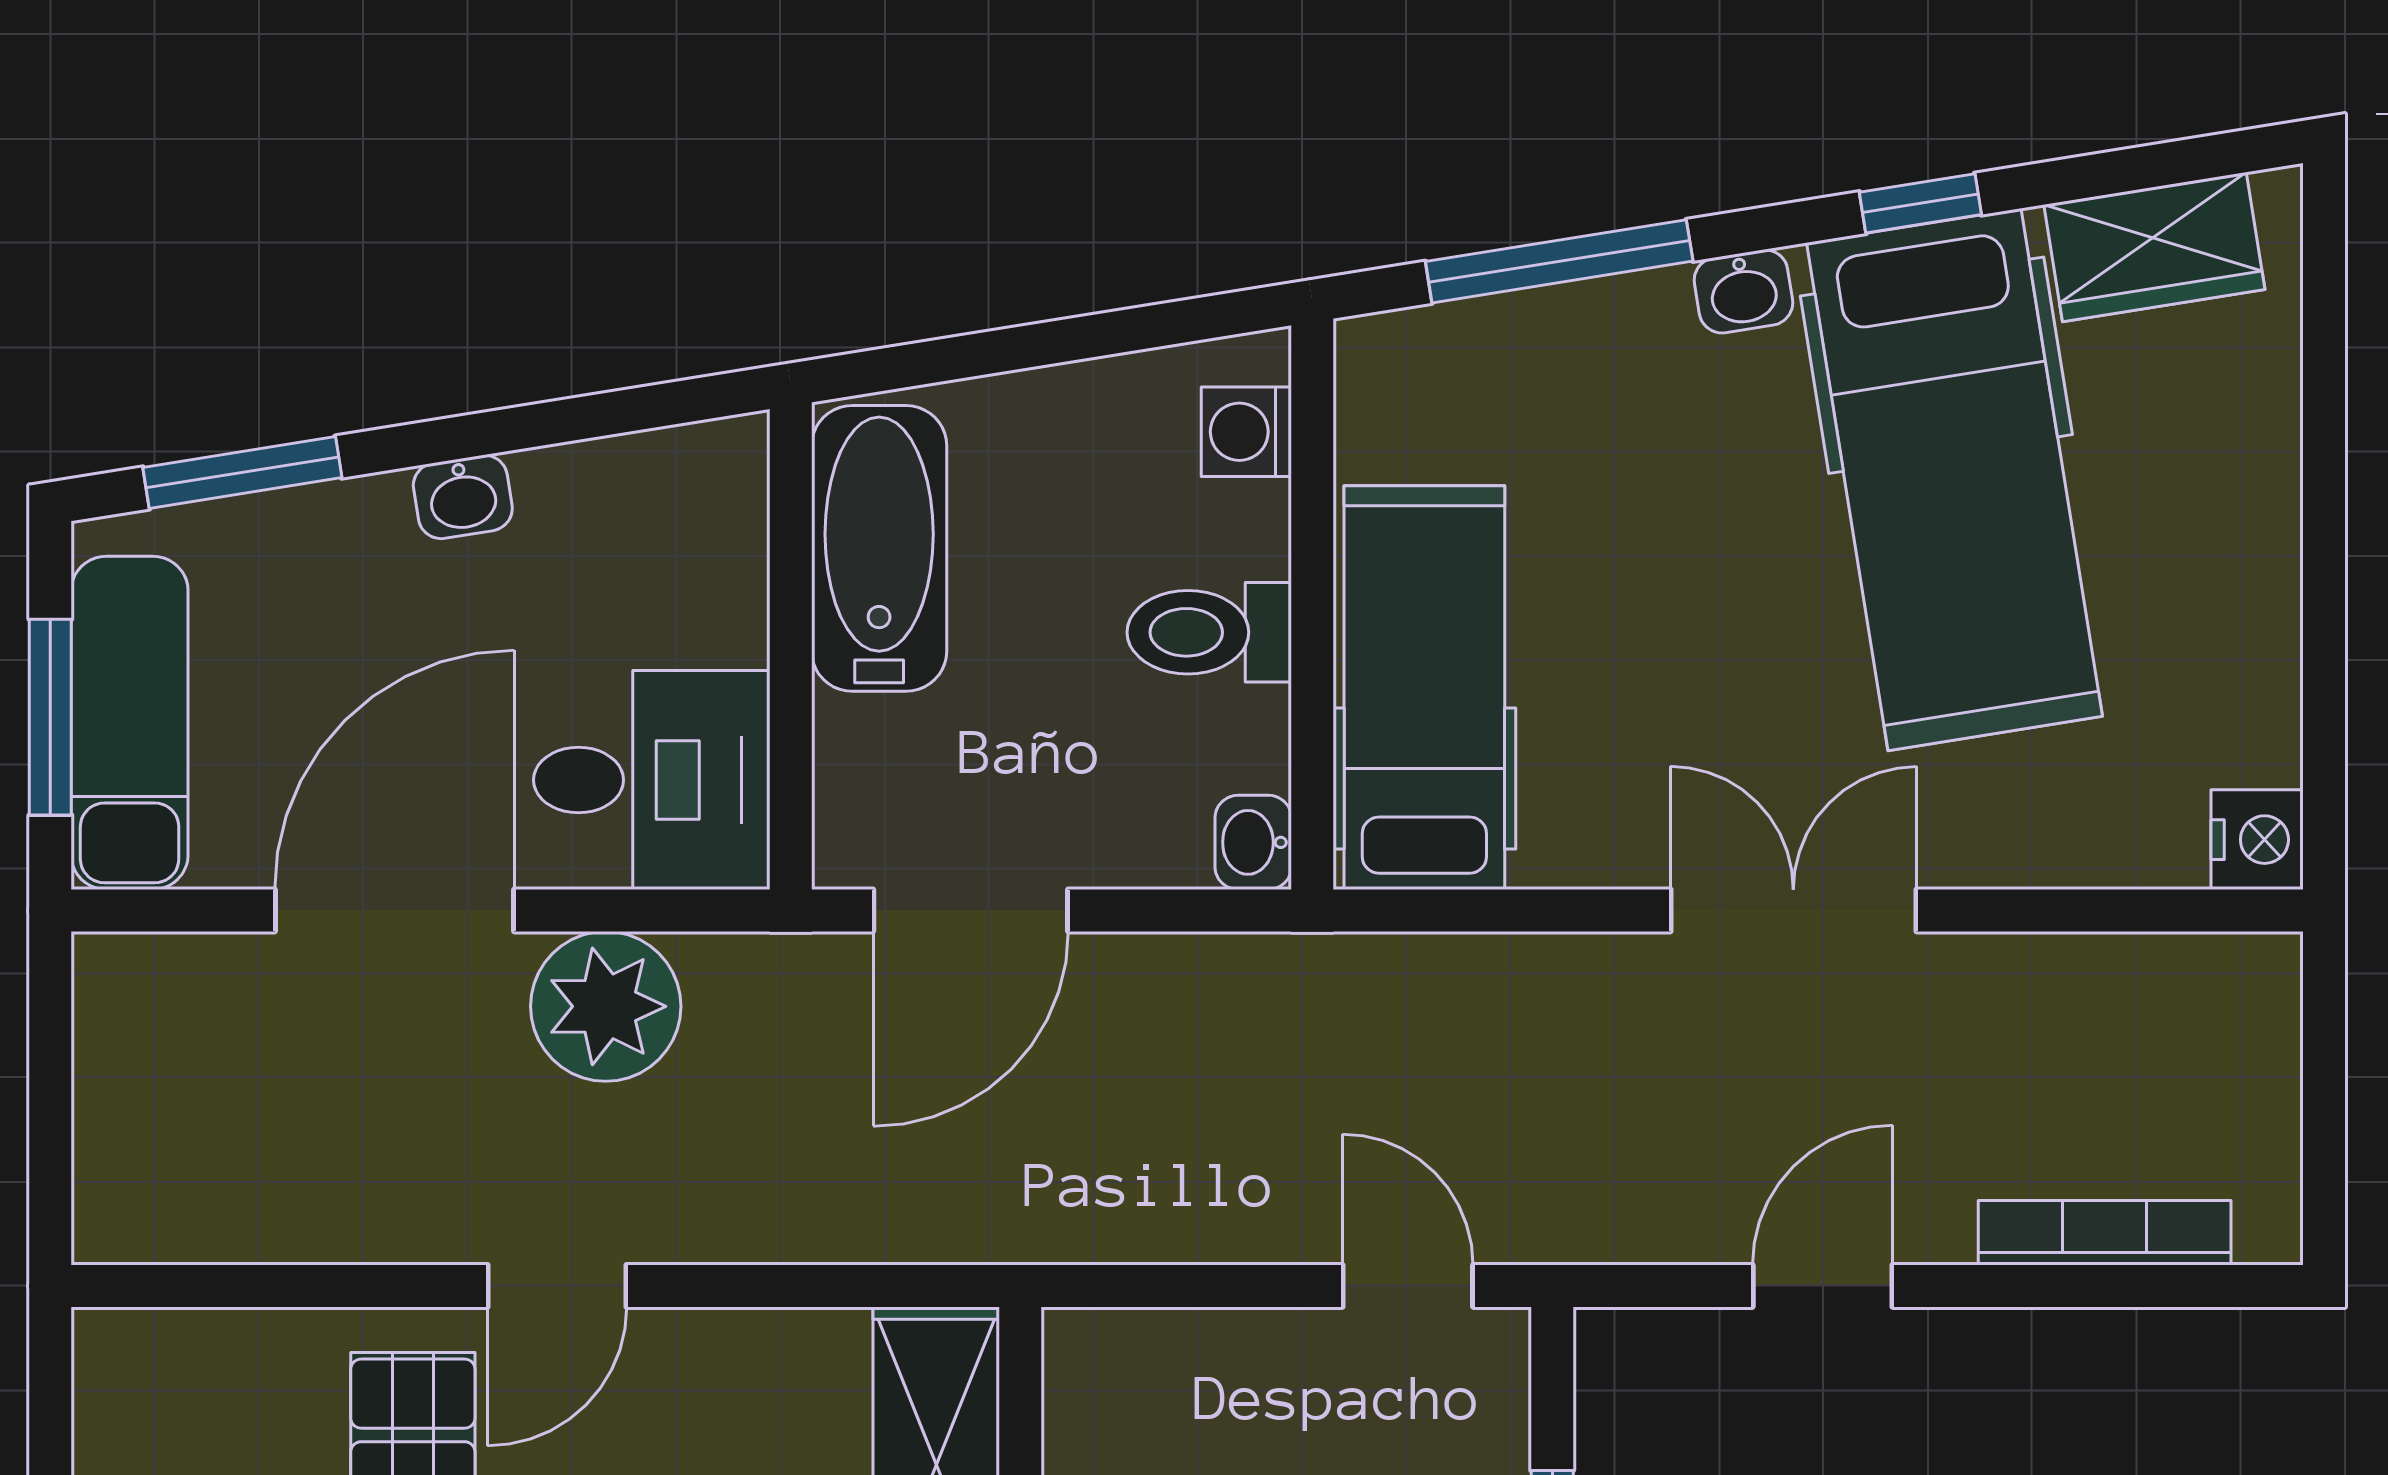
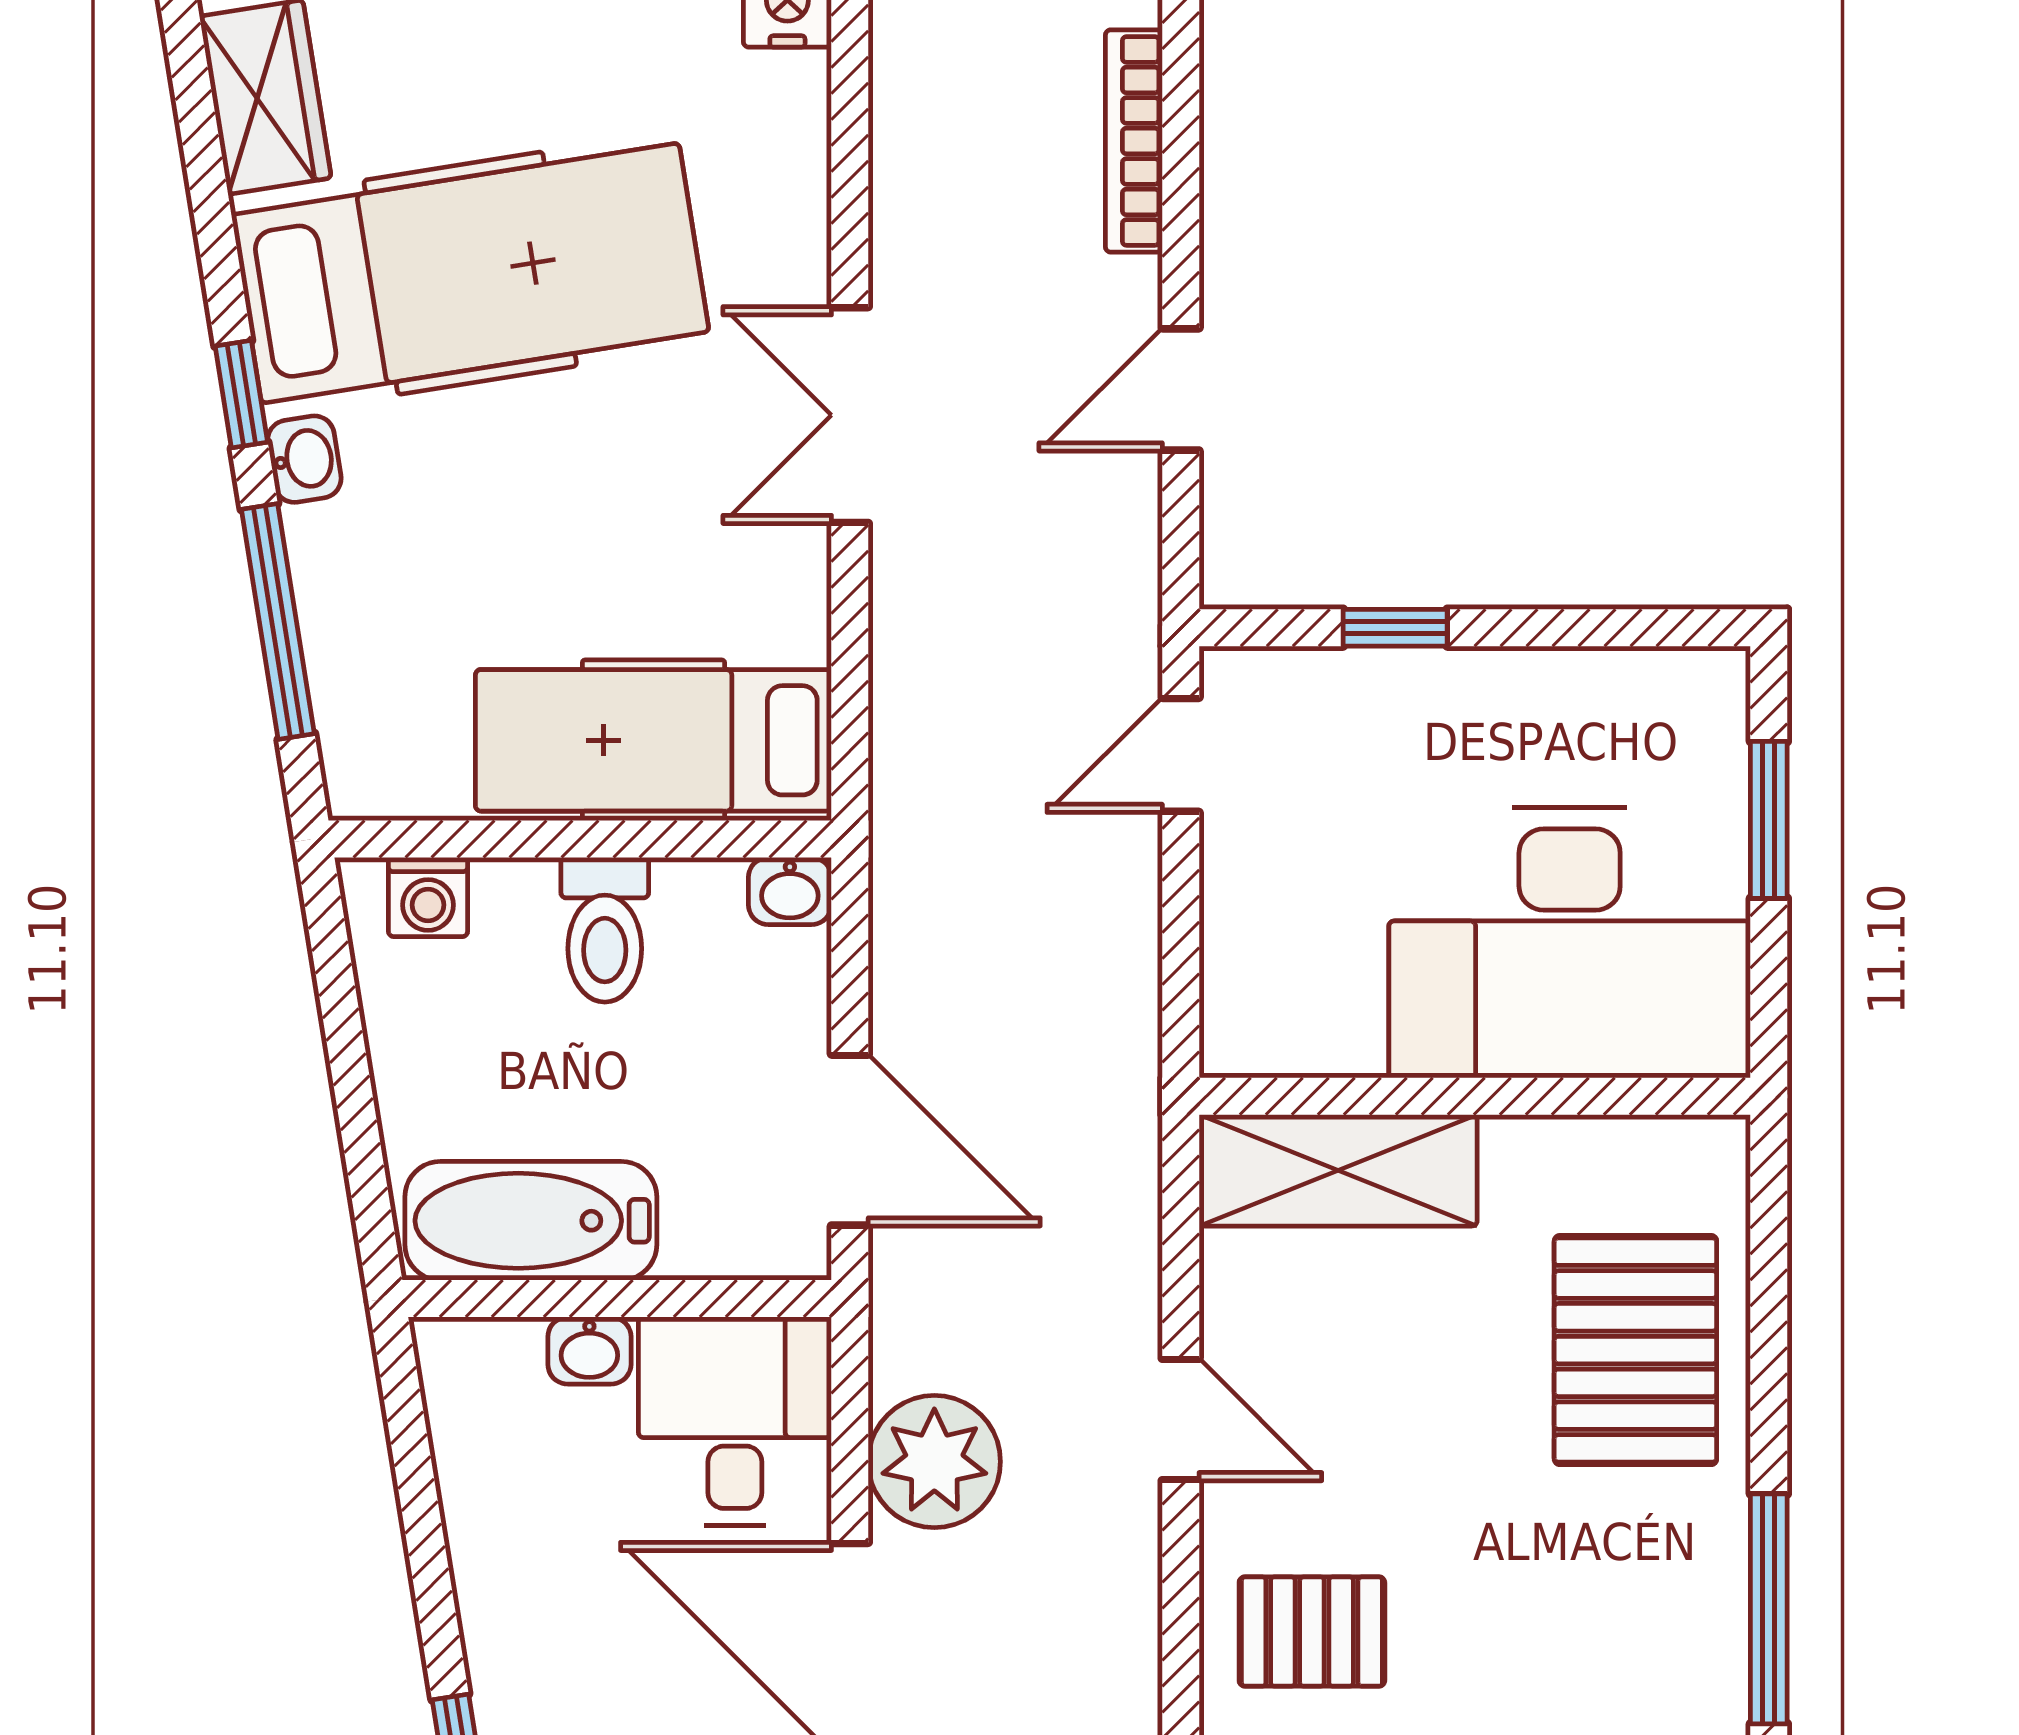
window: (1920, 203) -> (241, 394), moved
washbasin: (463, 497) -> (589, 1351), moved, turned 99
door: (557, 1286) -> (1181, 1419), moved
door: (1823, 1286) -> (1181, 389), hinge flipped

